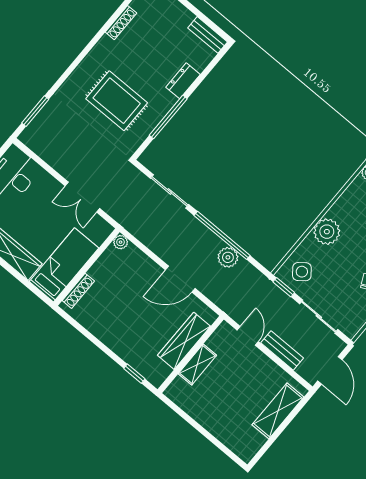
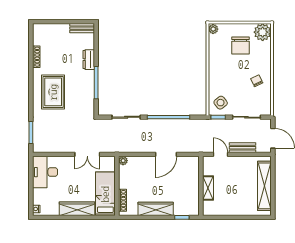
rug: (117, 101) -> (53, 92), moved, turned 90
plant: (327, 232) -> (216, 74), removed
plant: (228, 257) -> (180, 125), removed
wardrobe: (184, 341) -> (156, 209), moved, turned 90
shelving: (278, 411) -> (264, 186), width x1.47

